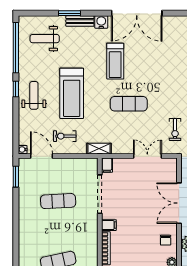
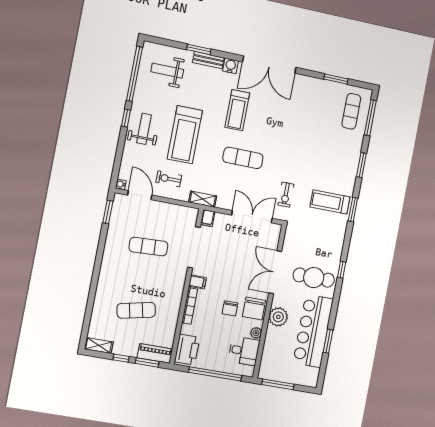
double door: (147, 156) -> (252, 217), width x1.37
chair: (166, 240) -> (254, 308), width x1.87, depth x1.87
chair: (143, 244) -> (230, 308), added

